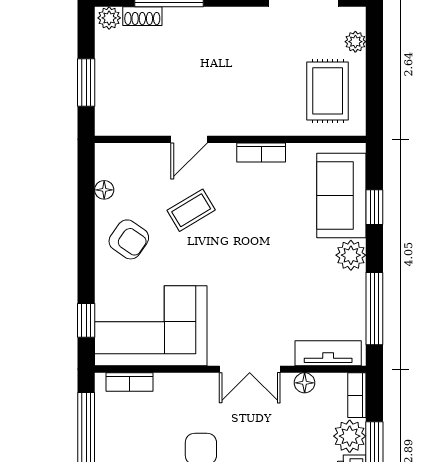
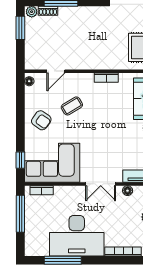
window: (86, 83) -> (20, 28), moved
door: (189, 139) -> (56, 71), moved
floor lamp: (104, 190) -> (29, 81), moved

